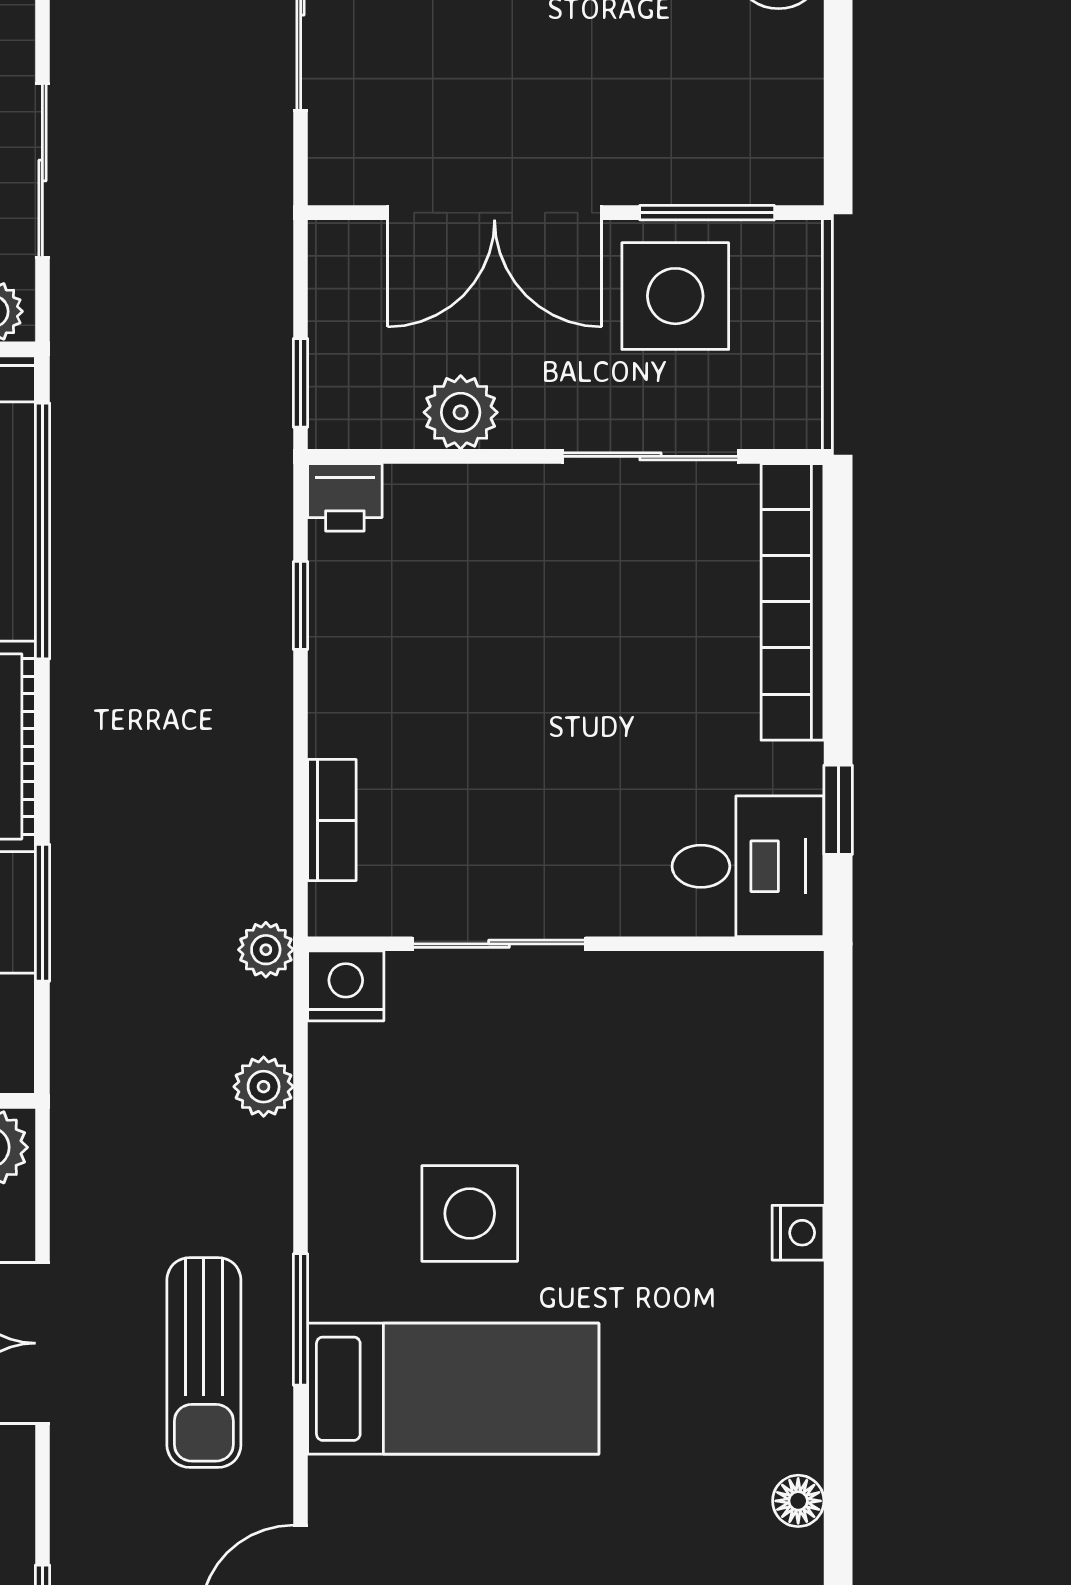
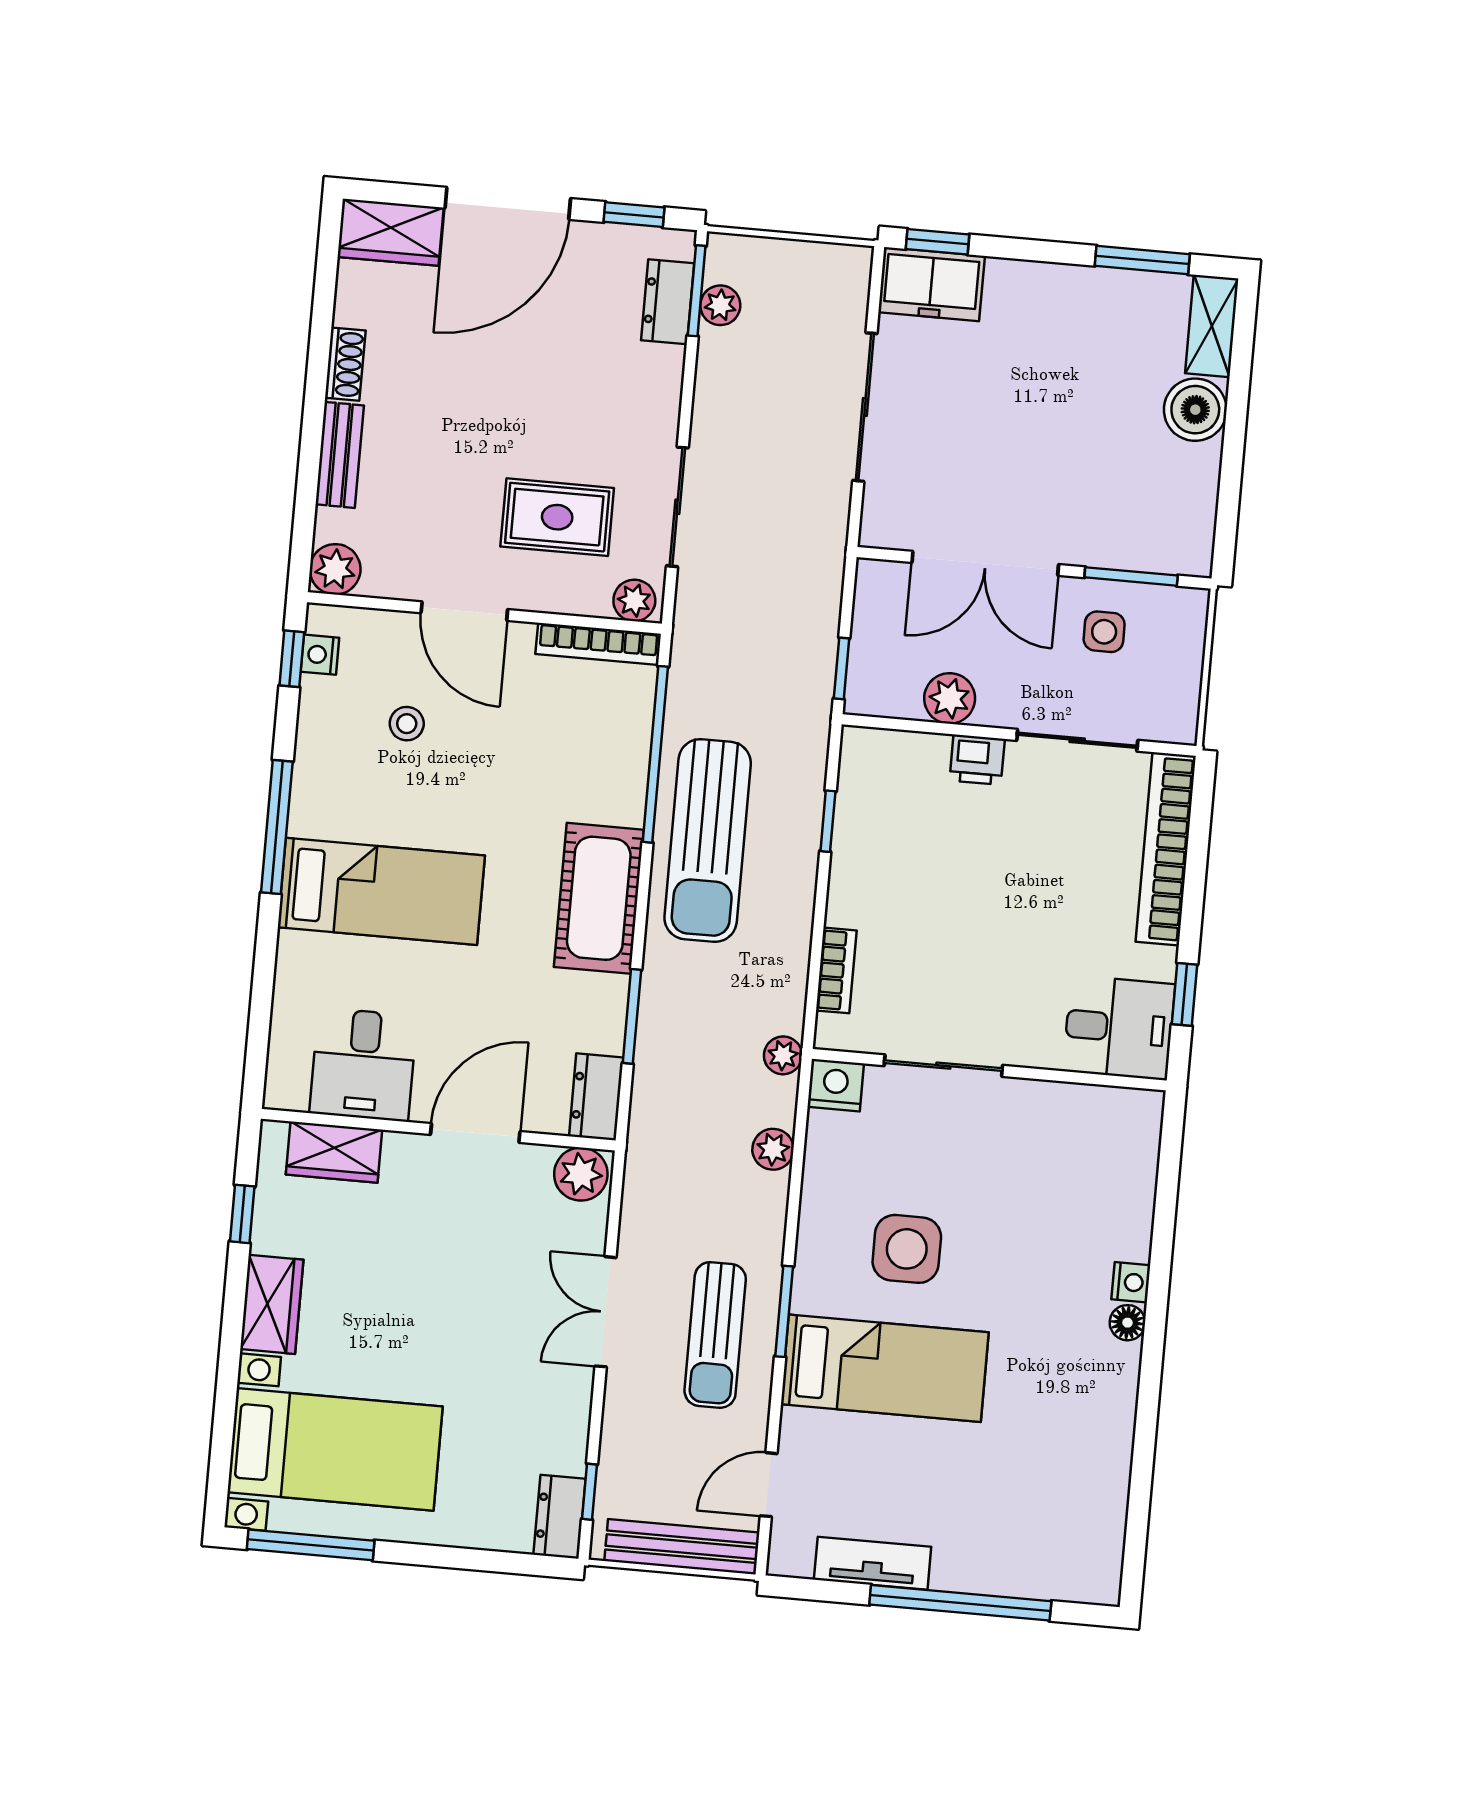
side table: (675, 296) -> (1104, 632), width x0.54, depth x0.54
printer: (345, 497) -> (977, 760), moved
sun lounger: (129, 649) -> (708, 841), added
floor lamp: (798, 1501) -> (1127, 1323), moved

